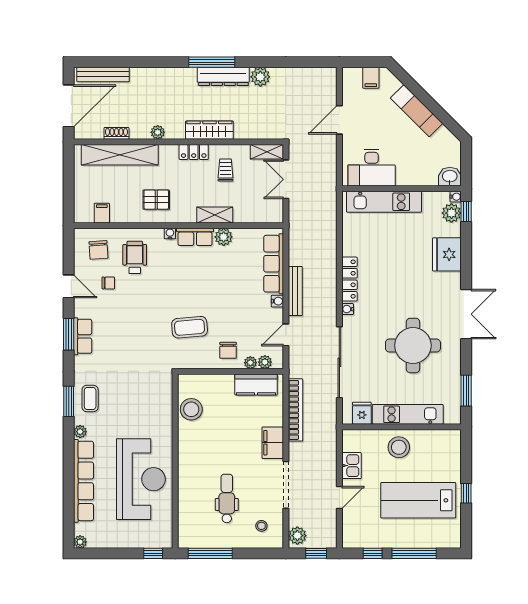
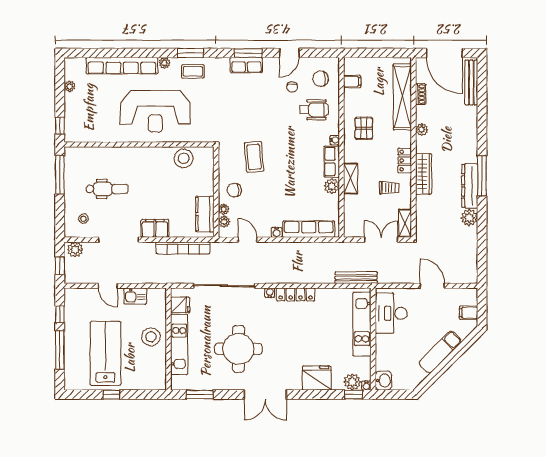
bench: (295, 291) -> (356, 278), moved
reception desk: (141, 479) -> (155, 111), moved
plant: (80, 542) -> (70, 86), moved

